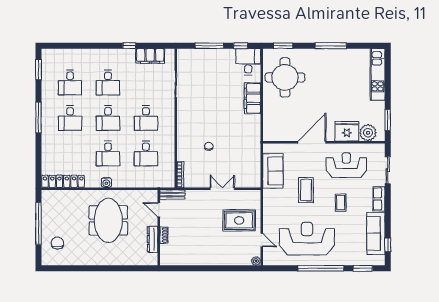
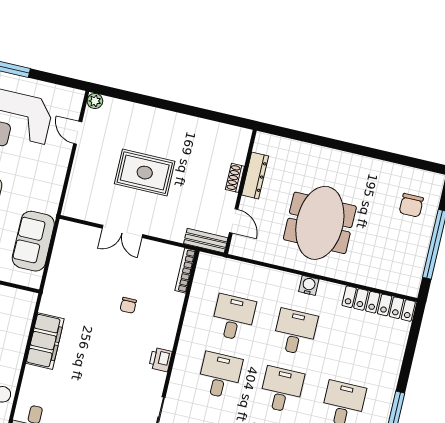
filing cabinet: (252, 98) -> (45, 341), moved
printer: (183, 119) -> (160, 360), added
rug: (239, 220) -> (145, 173), moved

